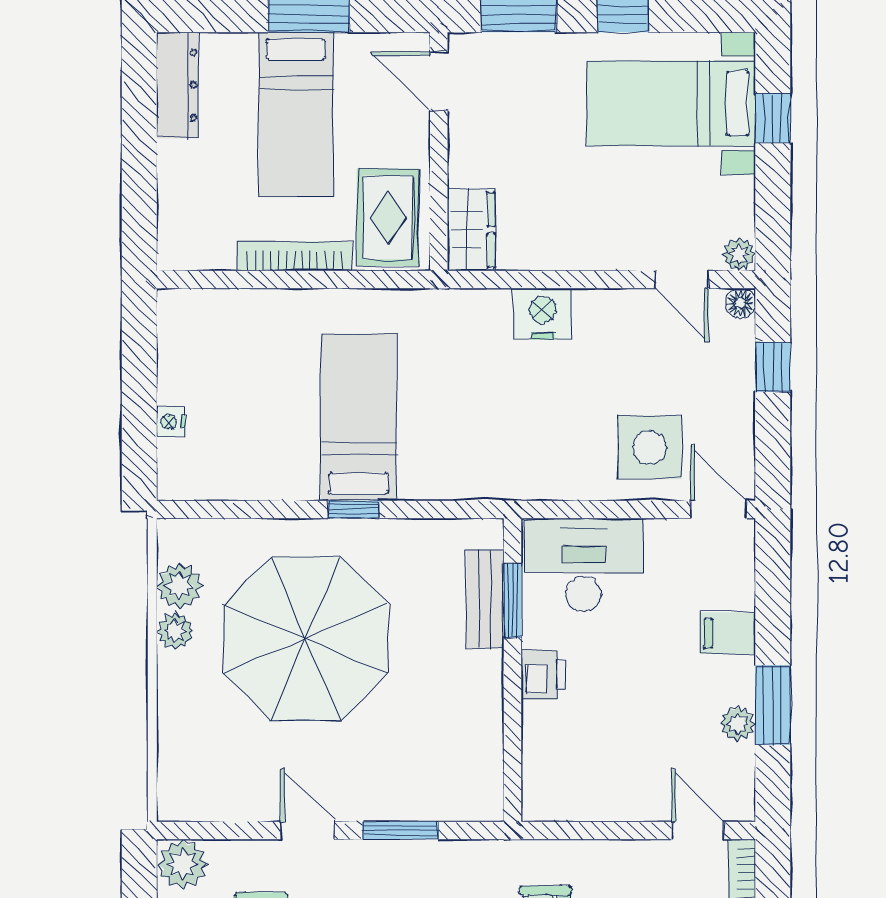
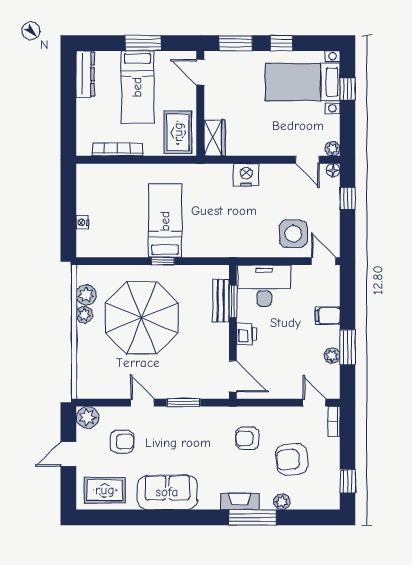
bookcase: (295, 256) -> (117, 149), moved
door: (512, 771) -> (233, 376), added

